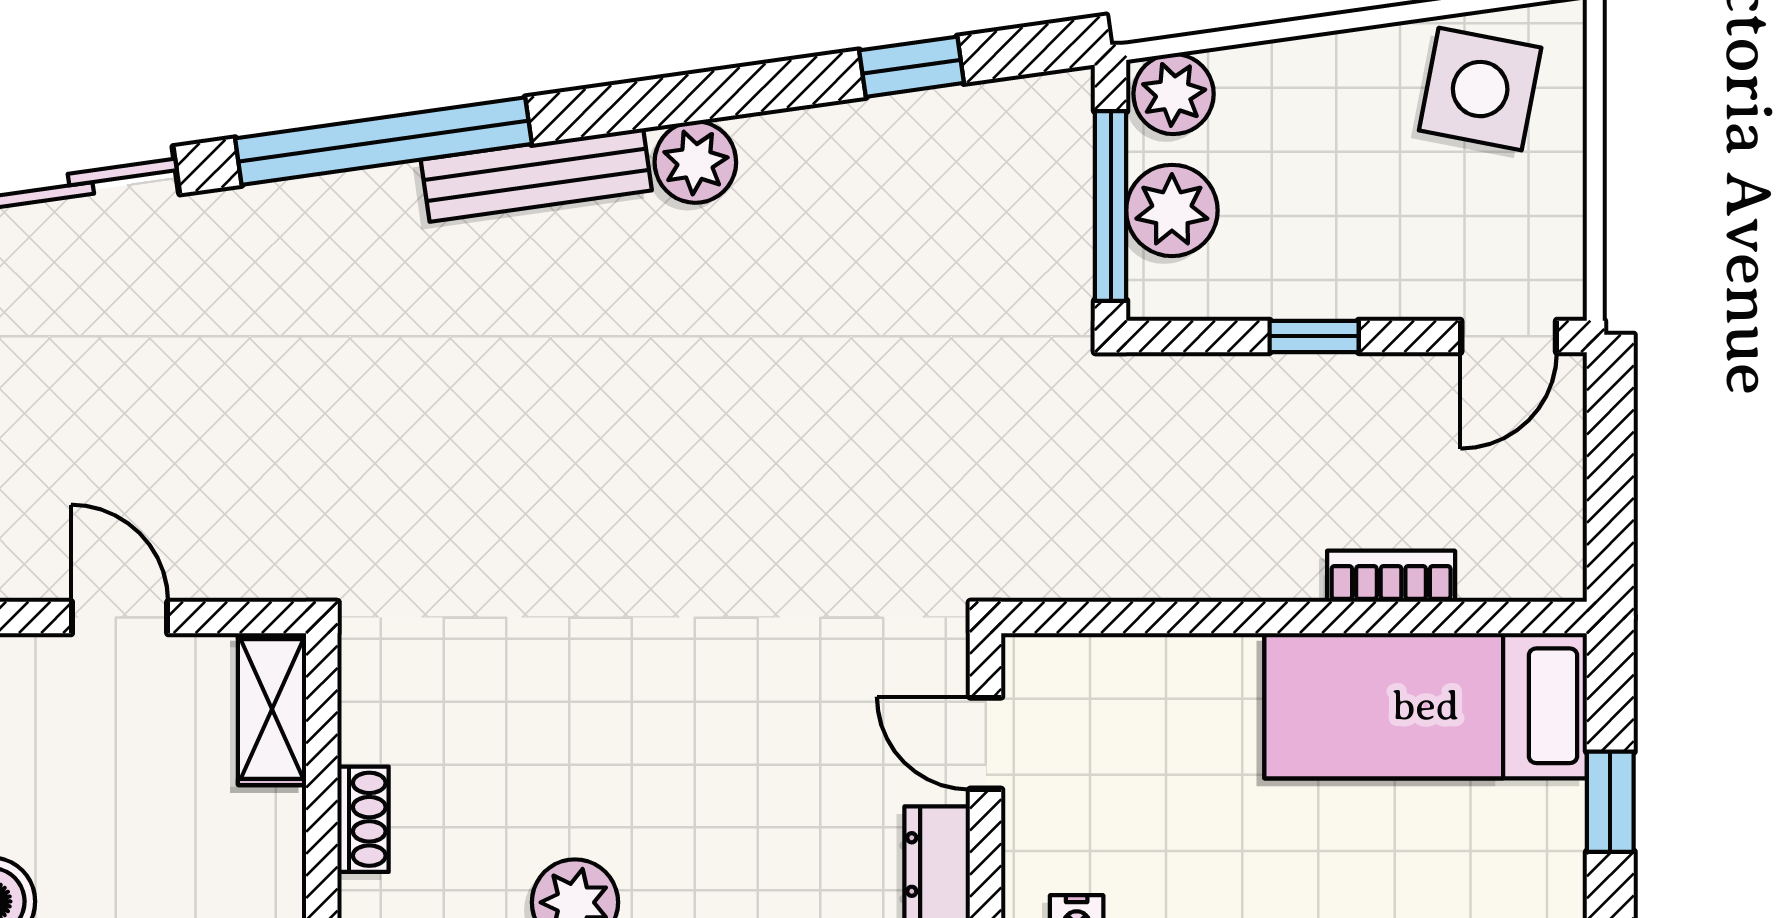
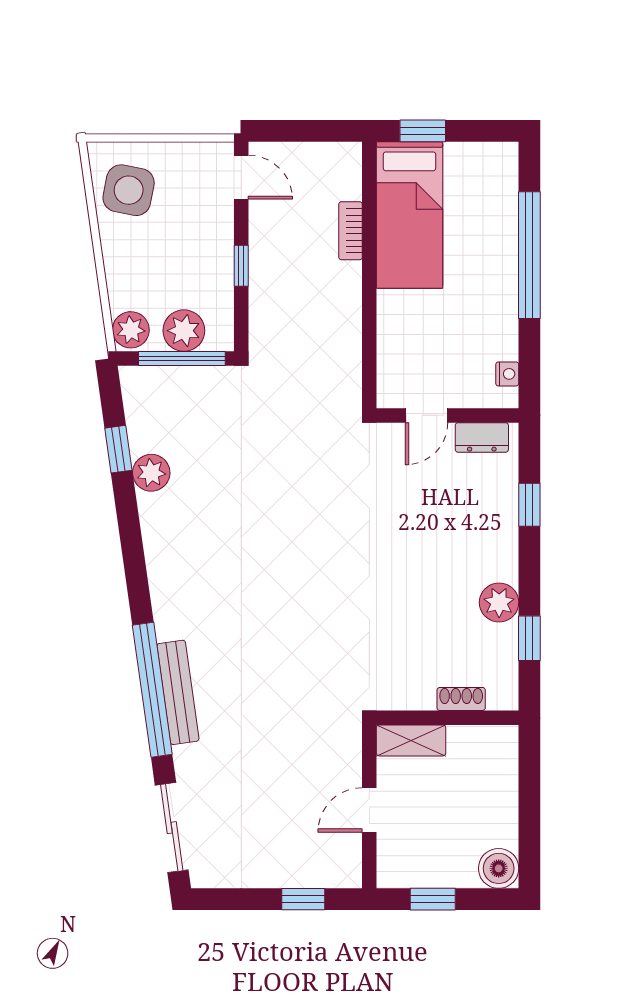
plant: (695, 162) -> (151, 473), moved
bench: (536, 175) -> (178, 692), moved
window: (1610, 802) -> (423, 131), moved

